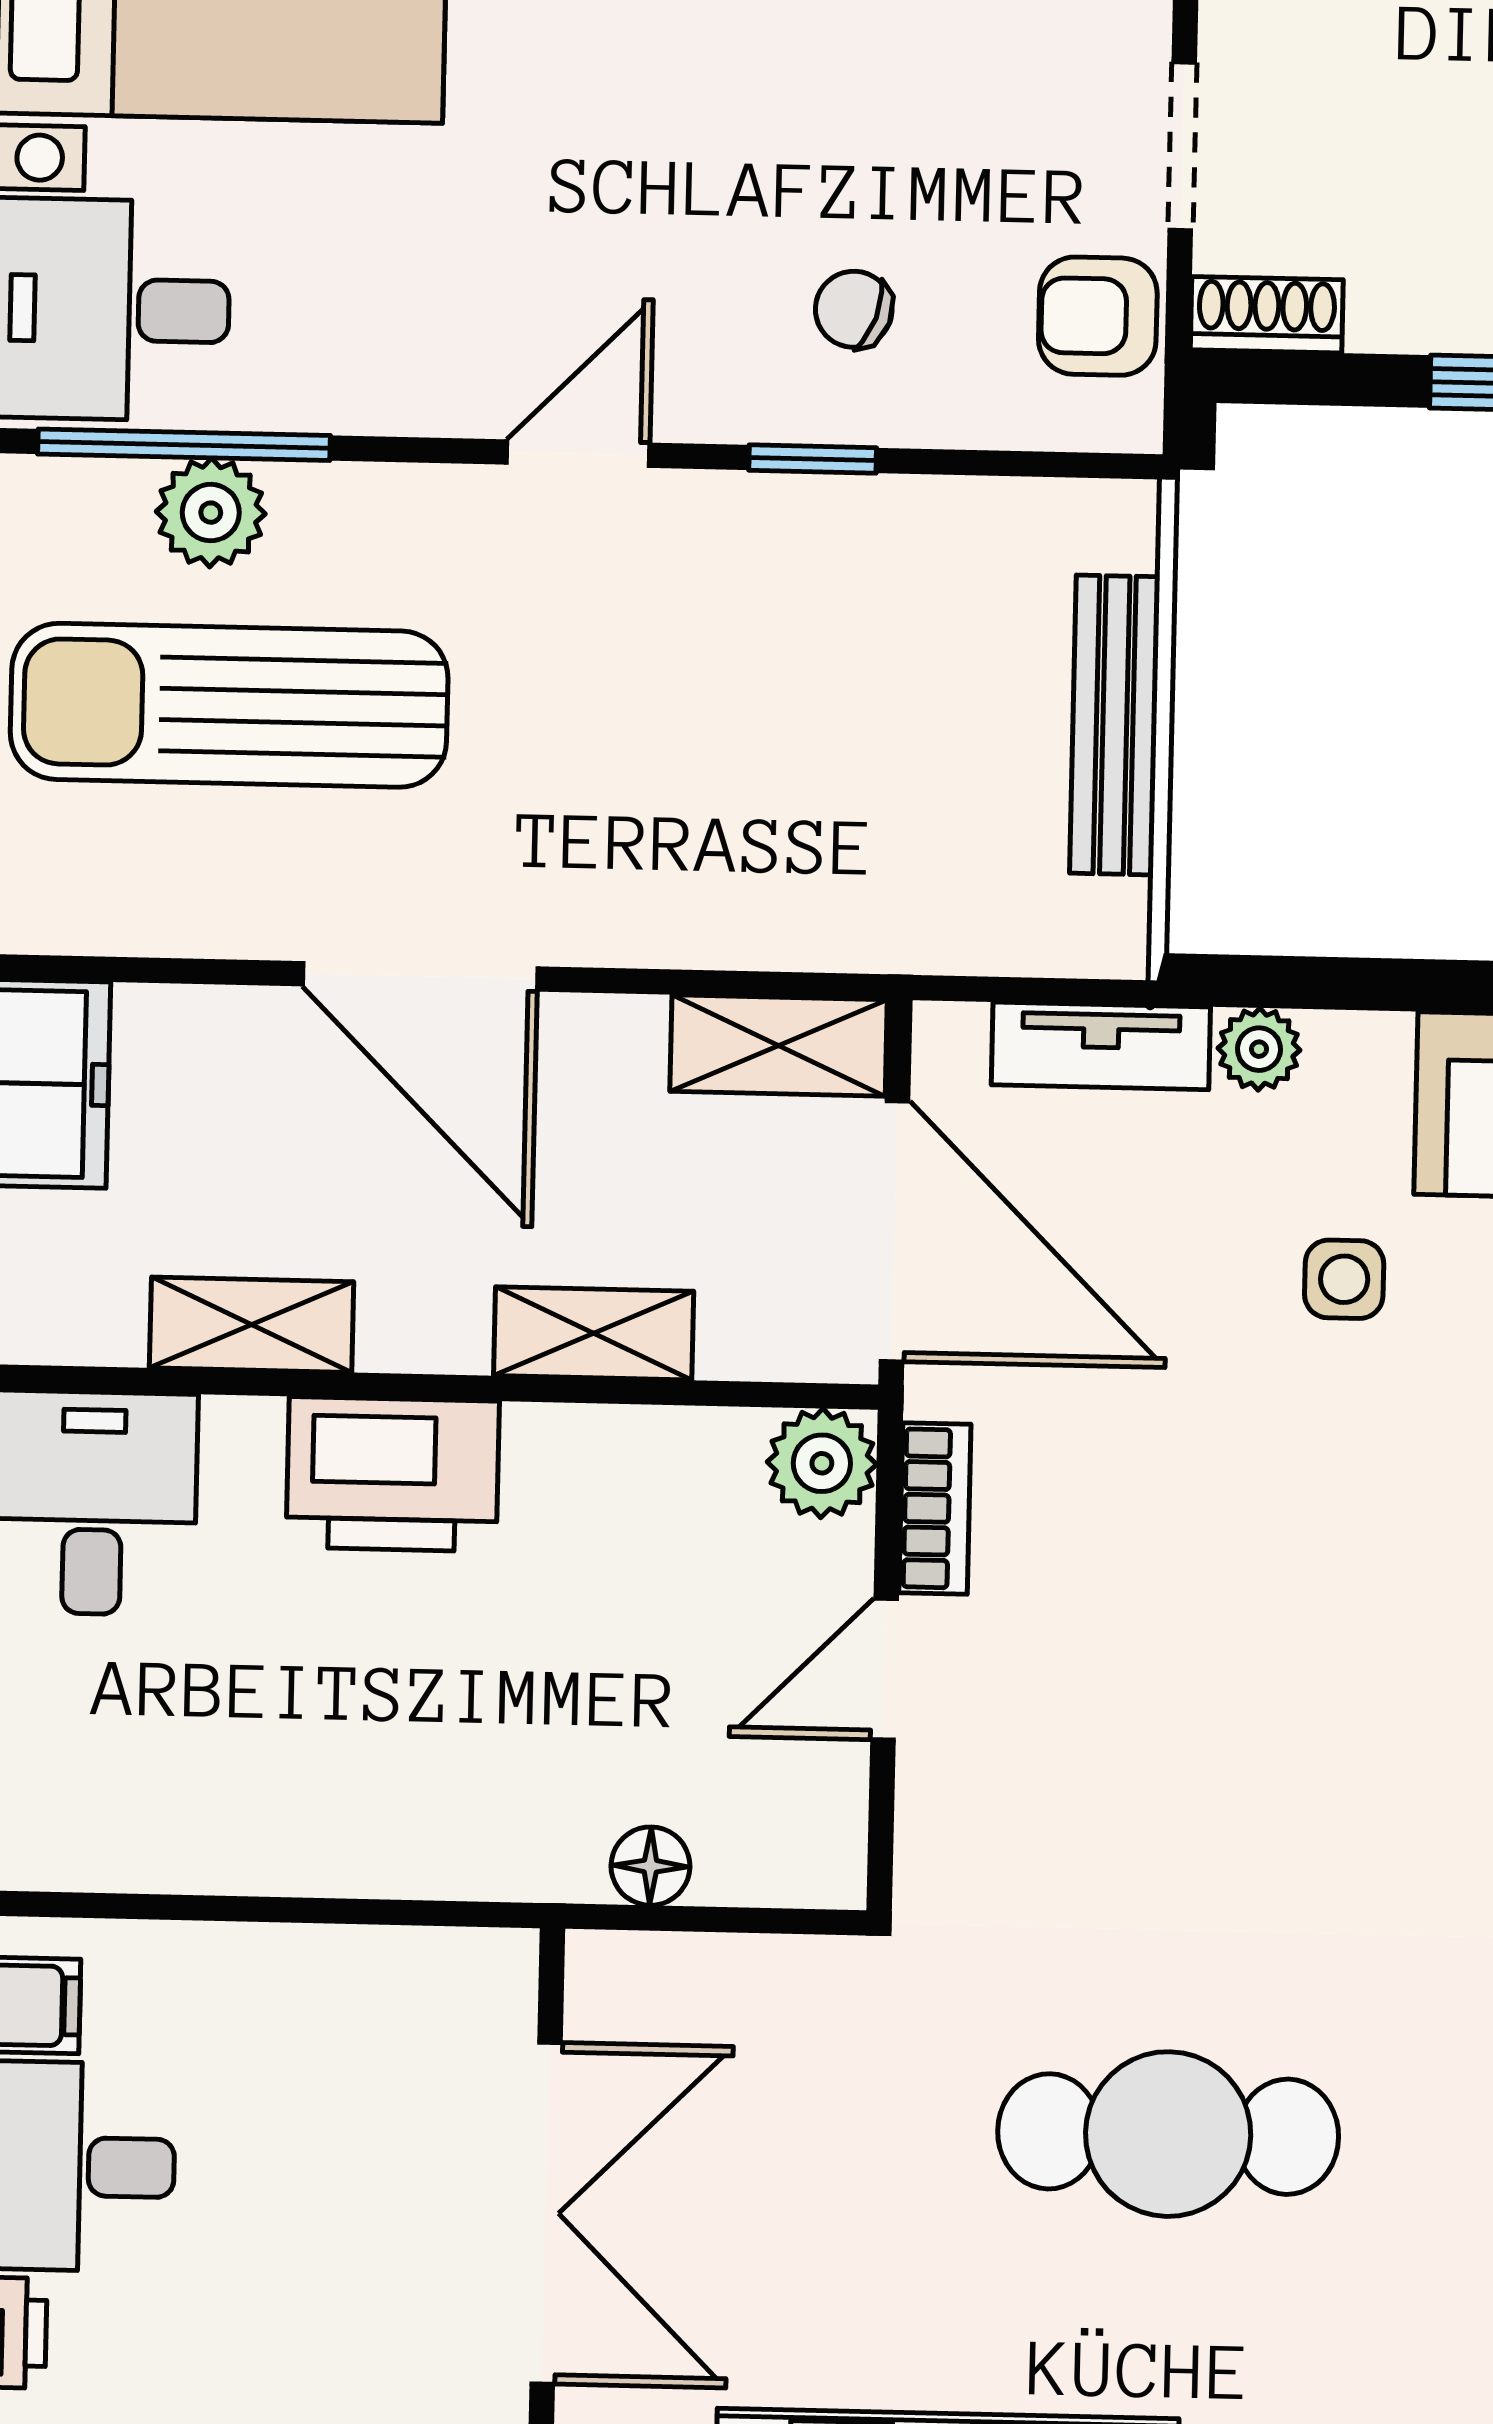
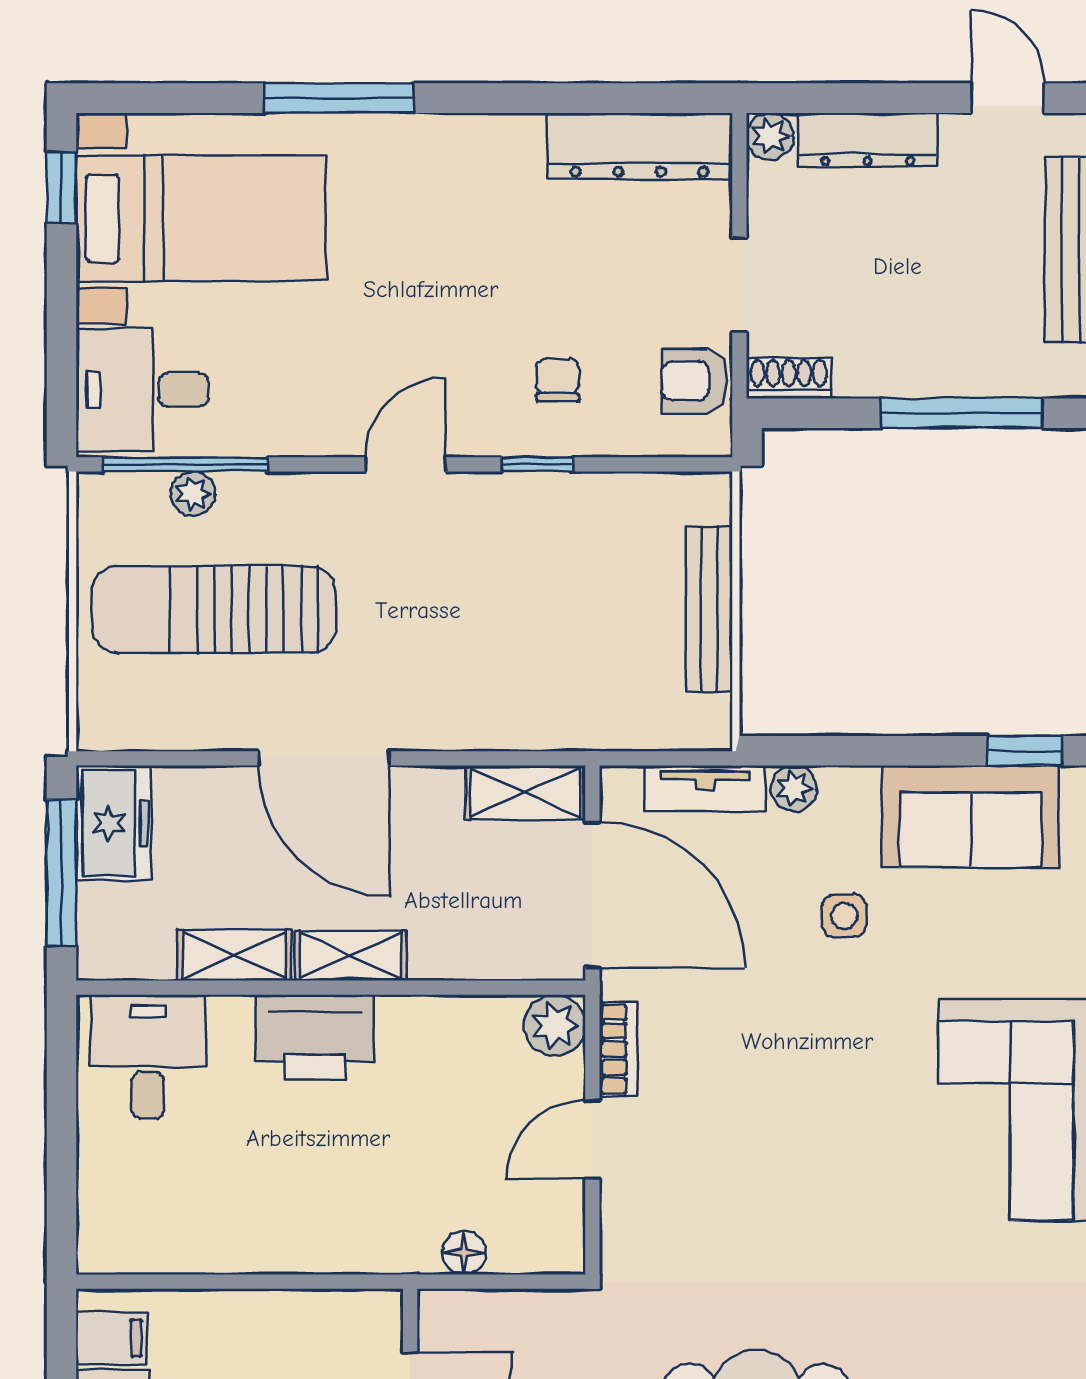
chair: (854, 309) -> (558, 380), turned 70
plant: (211, 513) -> (193, 494), width x0.73, depth x0.73
shelving: (594, 1333) -> (351, 956), moved

